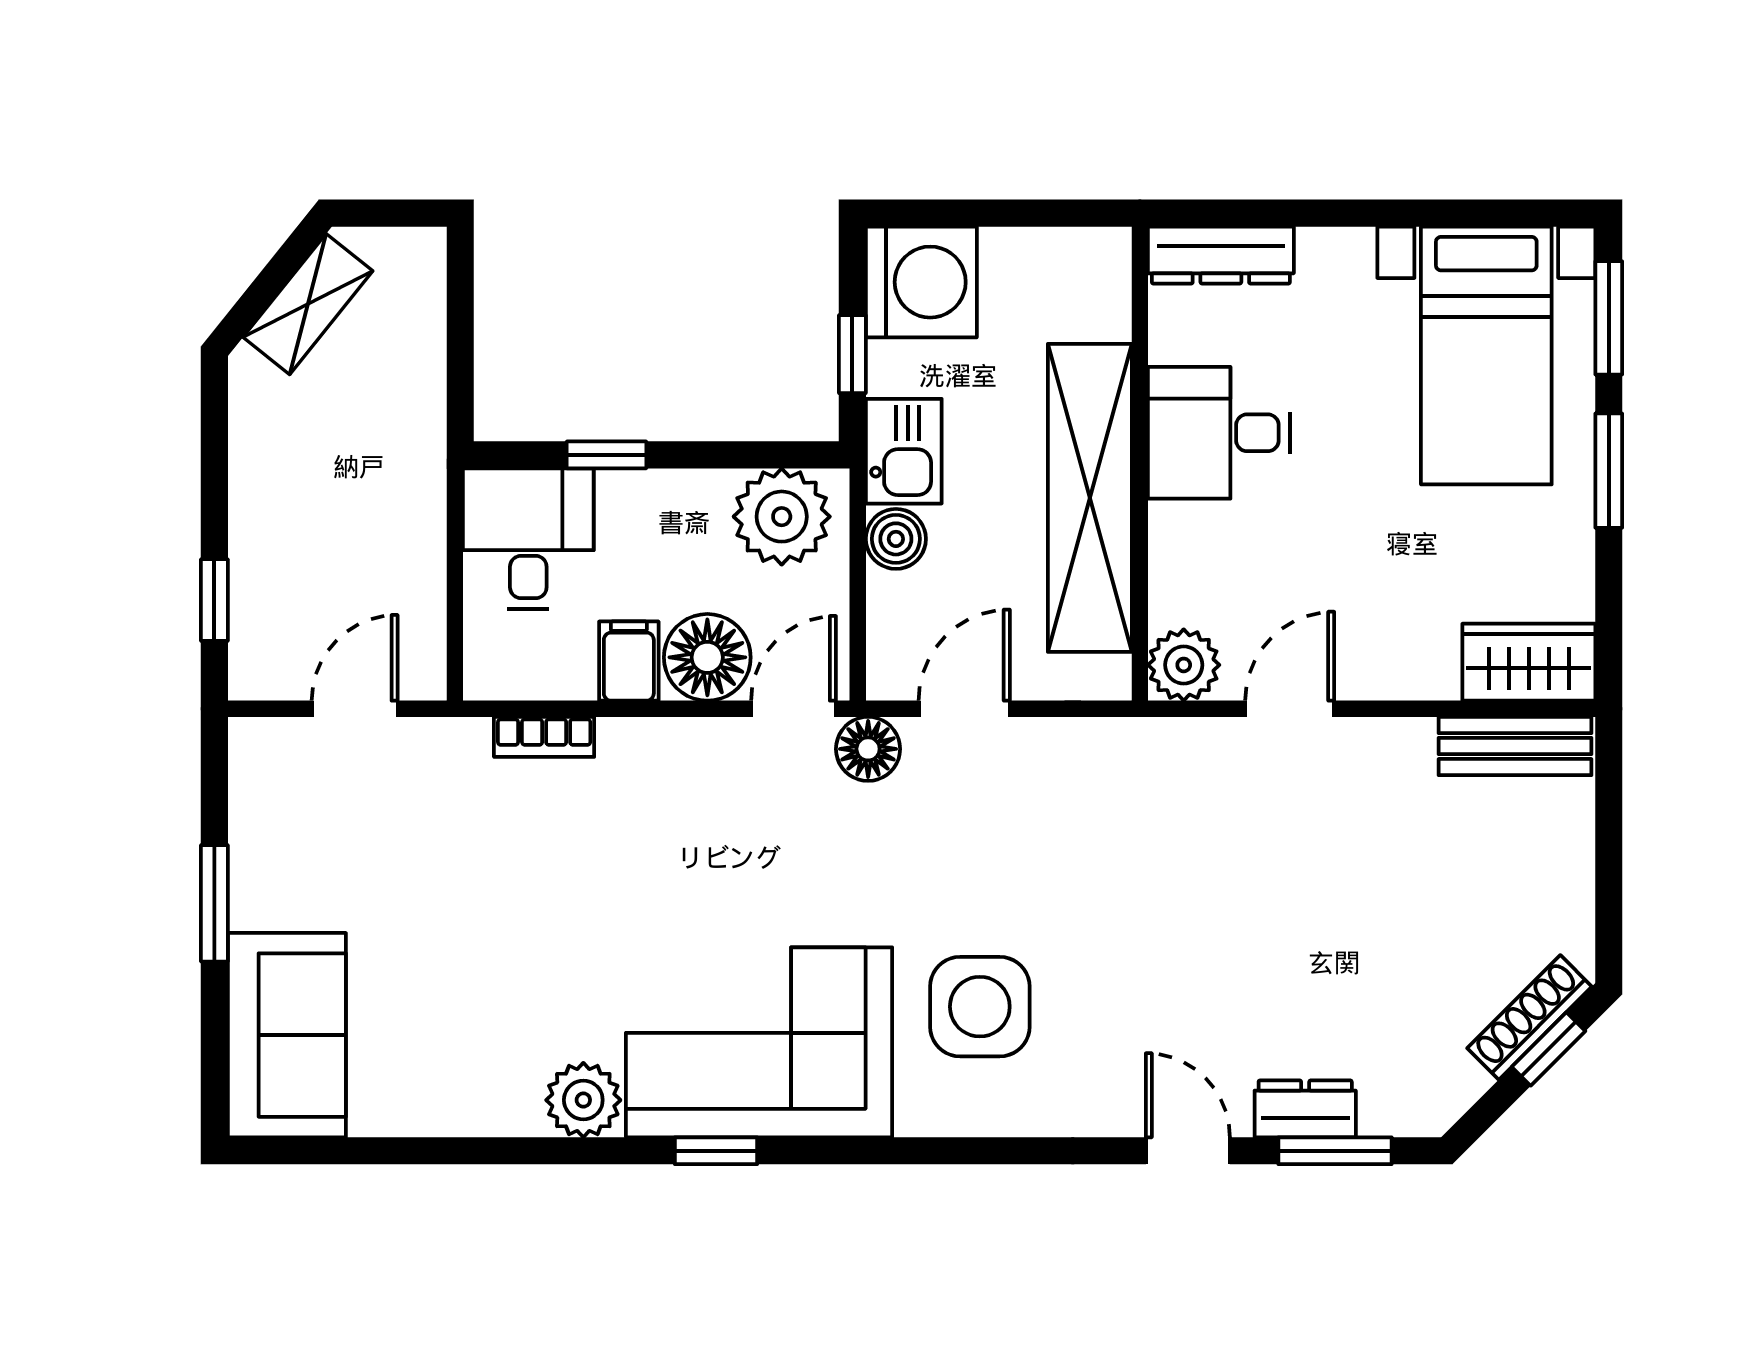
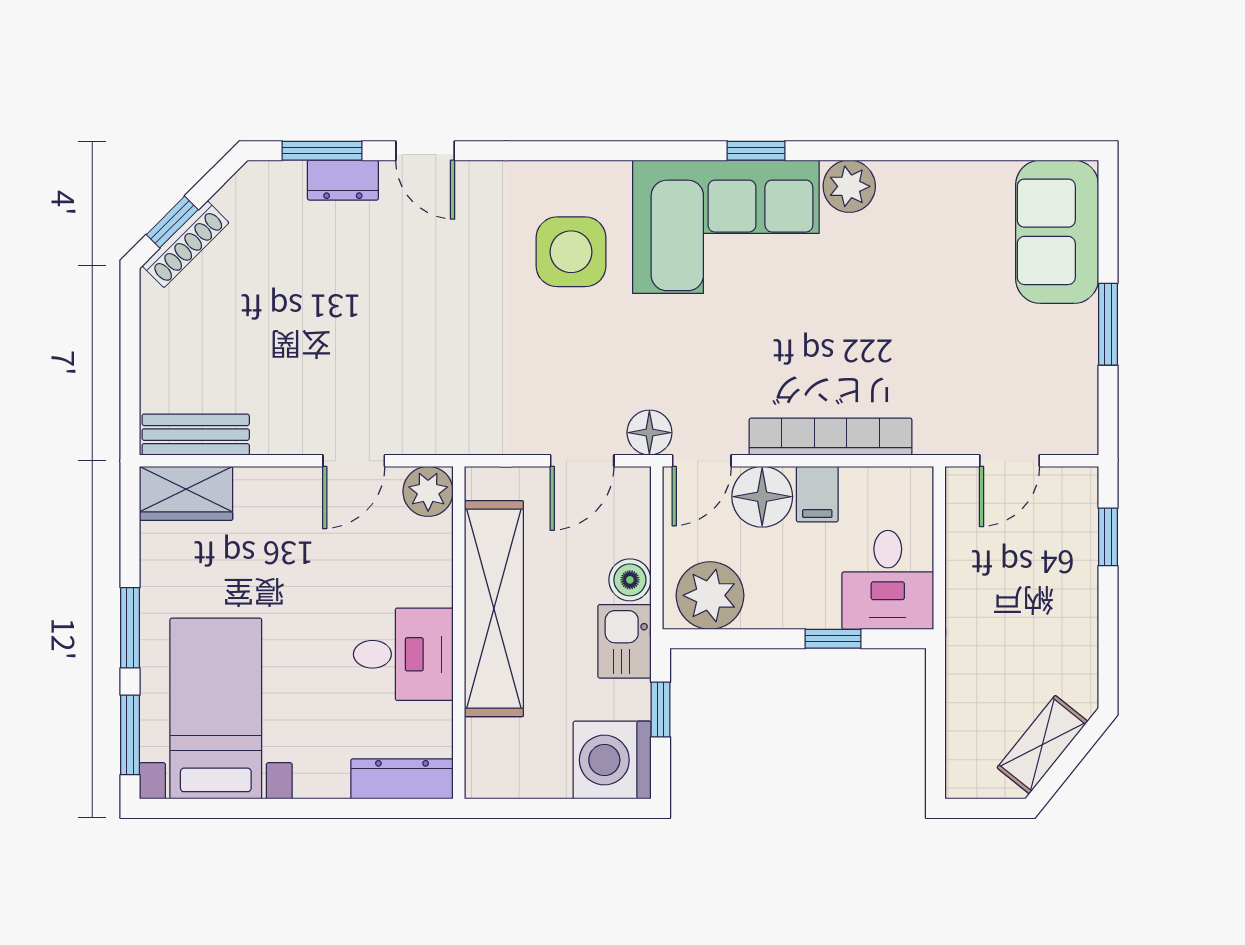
bookcase: (544, 737) -> (831, 437), width x2.31, depth x1.31

